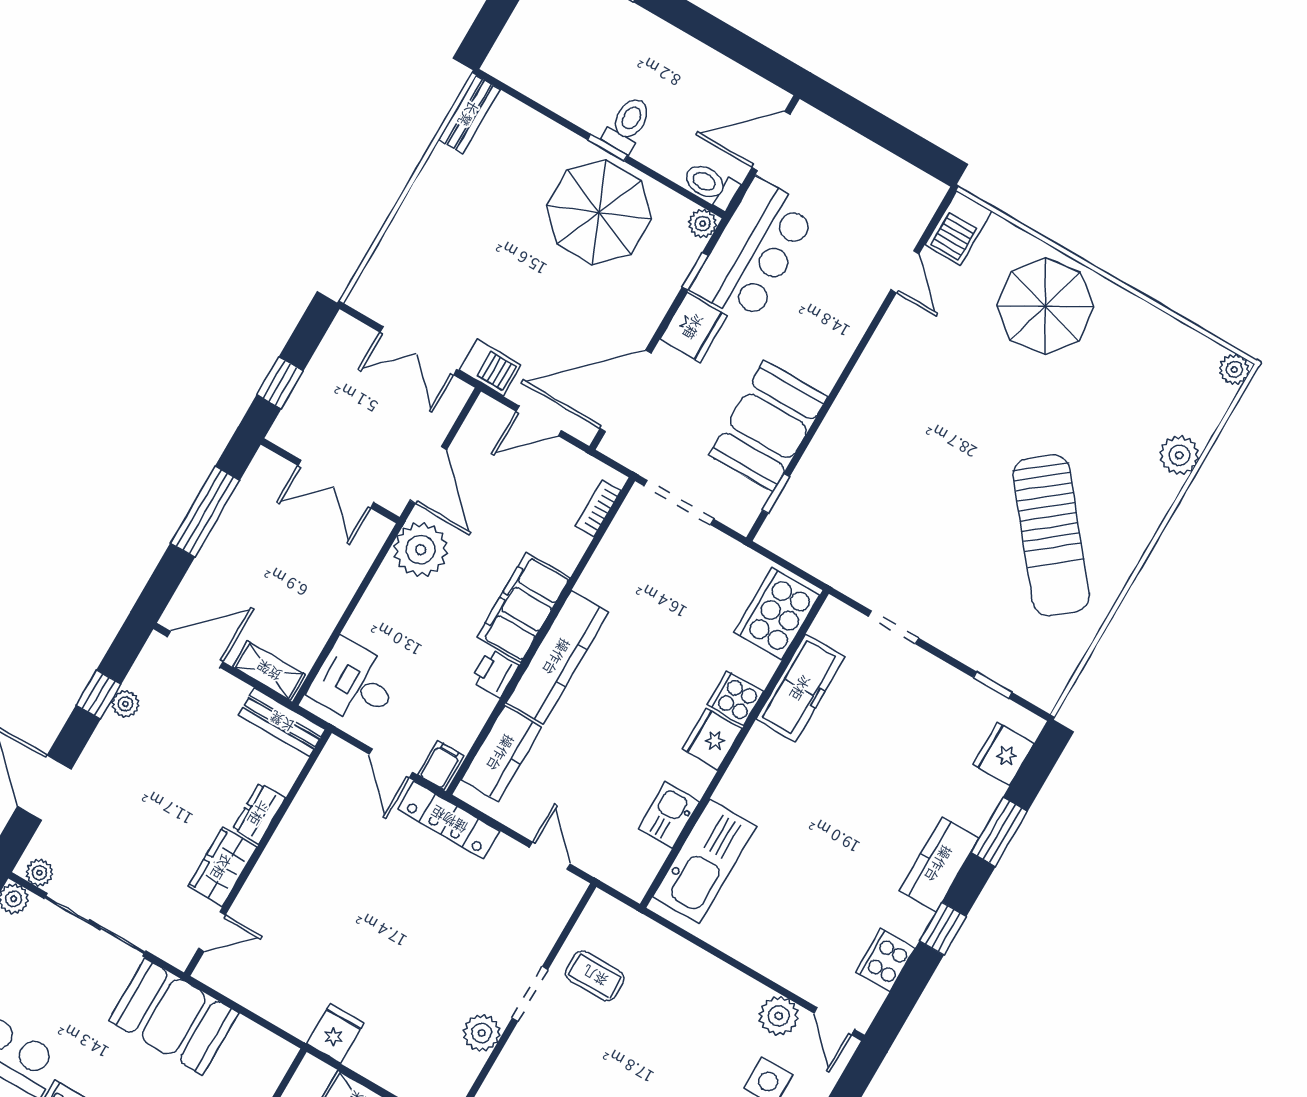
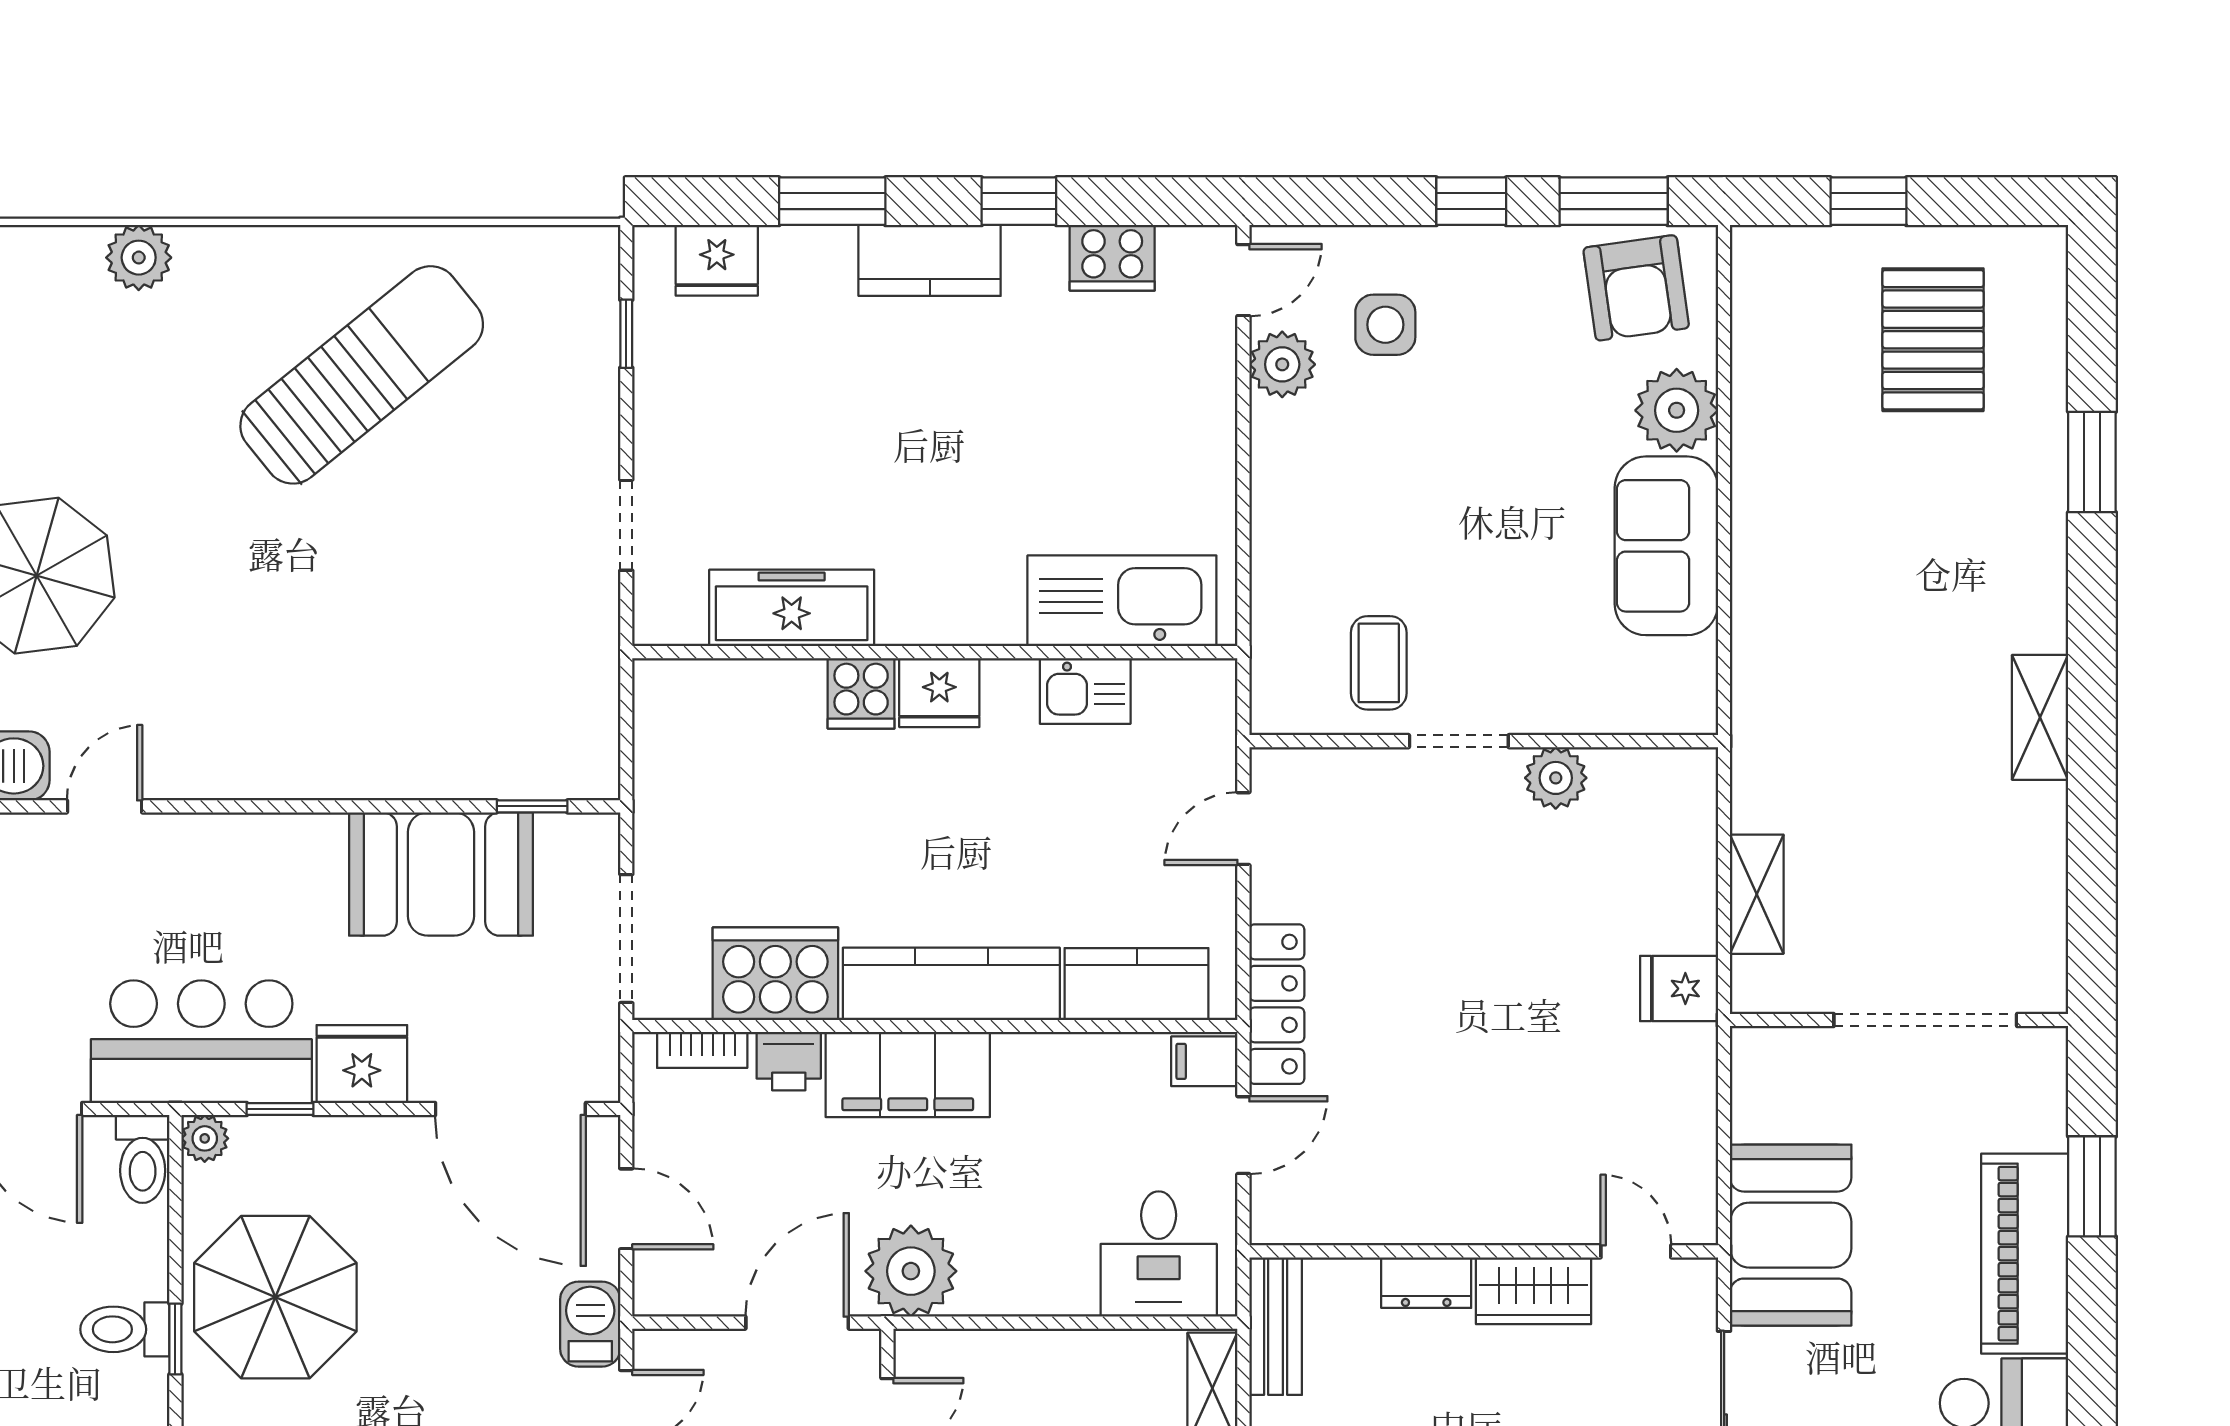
cooker: (777, 614) -> (775, 974), moved, turned 180
printer: (495, 673) -> (789, 1061), moved

